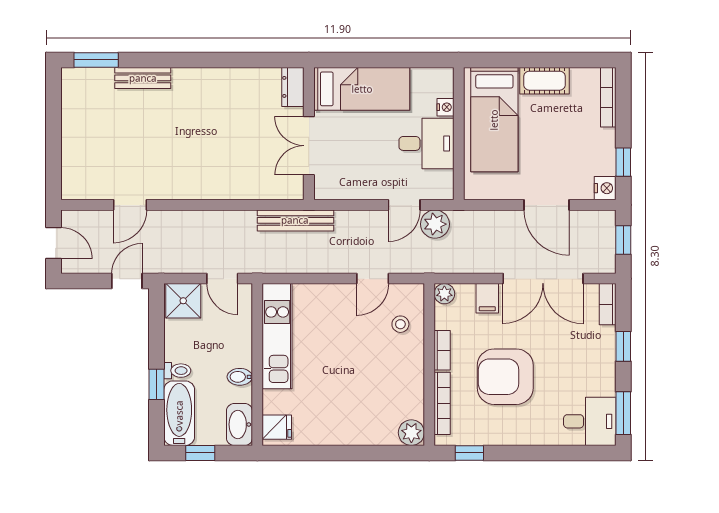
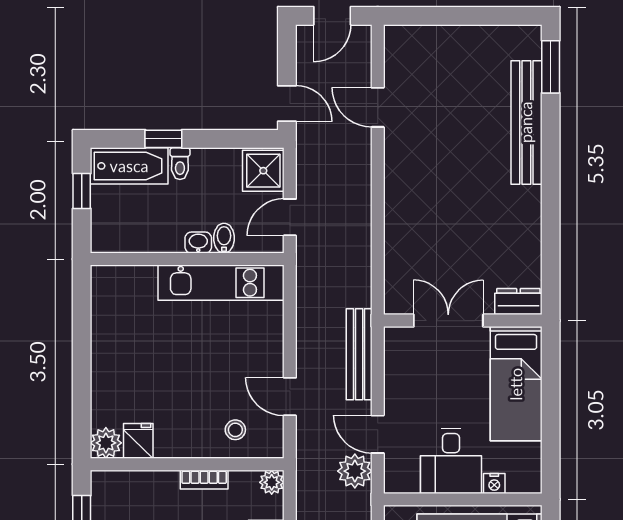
bench: (143, 78) -> (526, 122), width x1.86, depth x1.21
bench: (295, 220) -> (359, 354), moved
bidet: (240, 377) -> (224, 238), moved
bookcase: (442, 403) -> (141, 480), removed
washbasin: (239, 424) -> (198, 243), moved, width x0.52, depth x0.69
fridge: (277, 427) -> (138, 441), moved, turned 180

